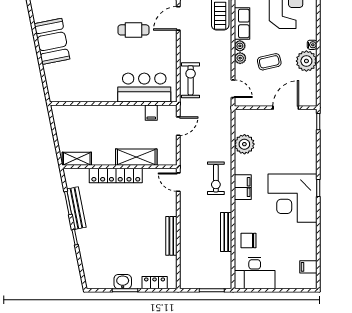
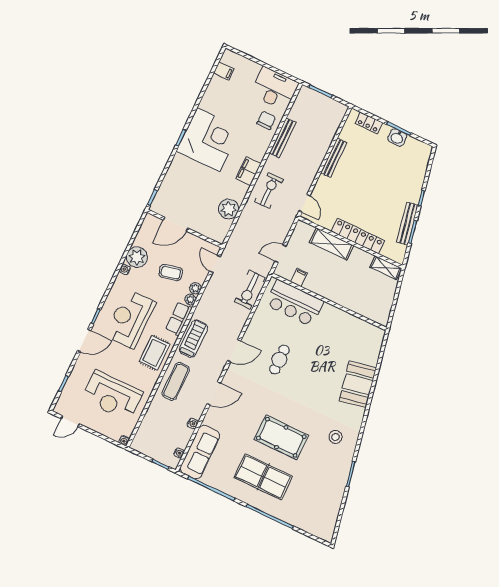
cafe table: (133, 30) -> (279, 360), turned 90
chair: (248, 241) -> (266, 120), turned -90

